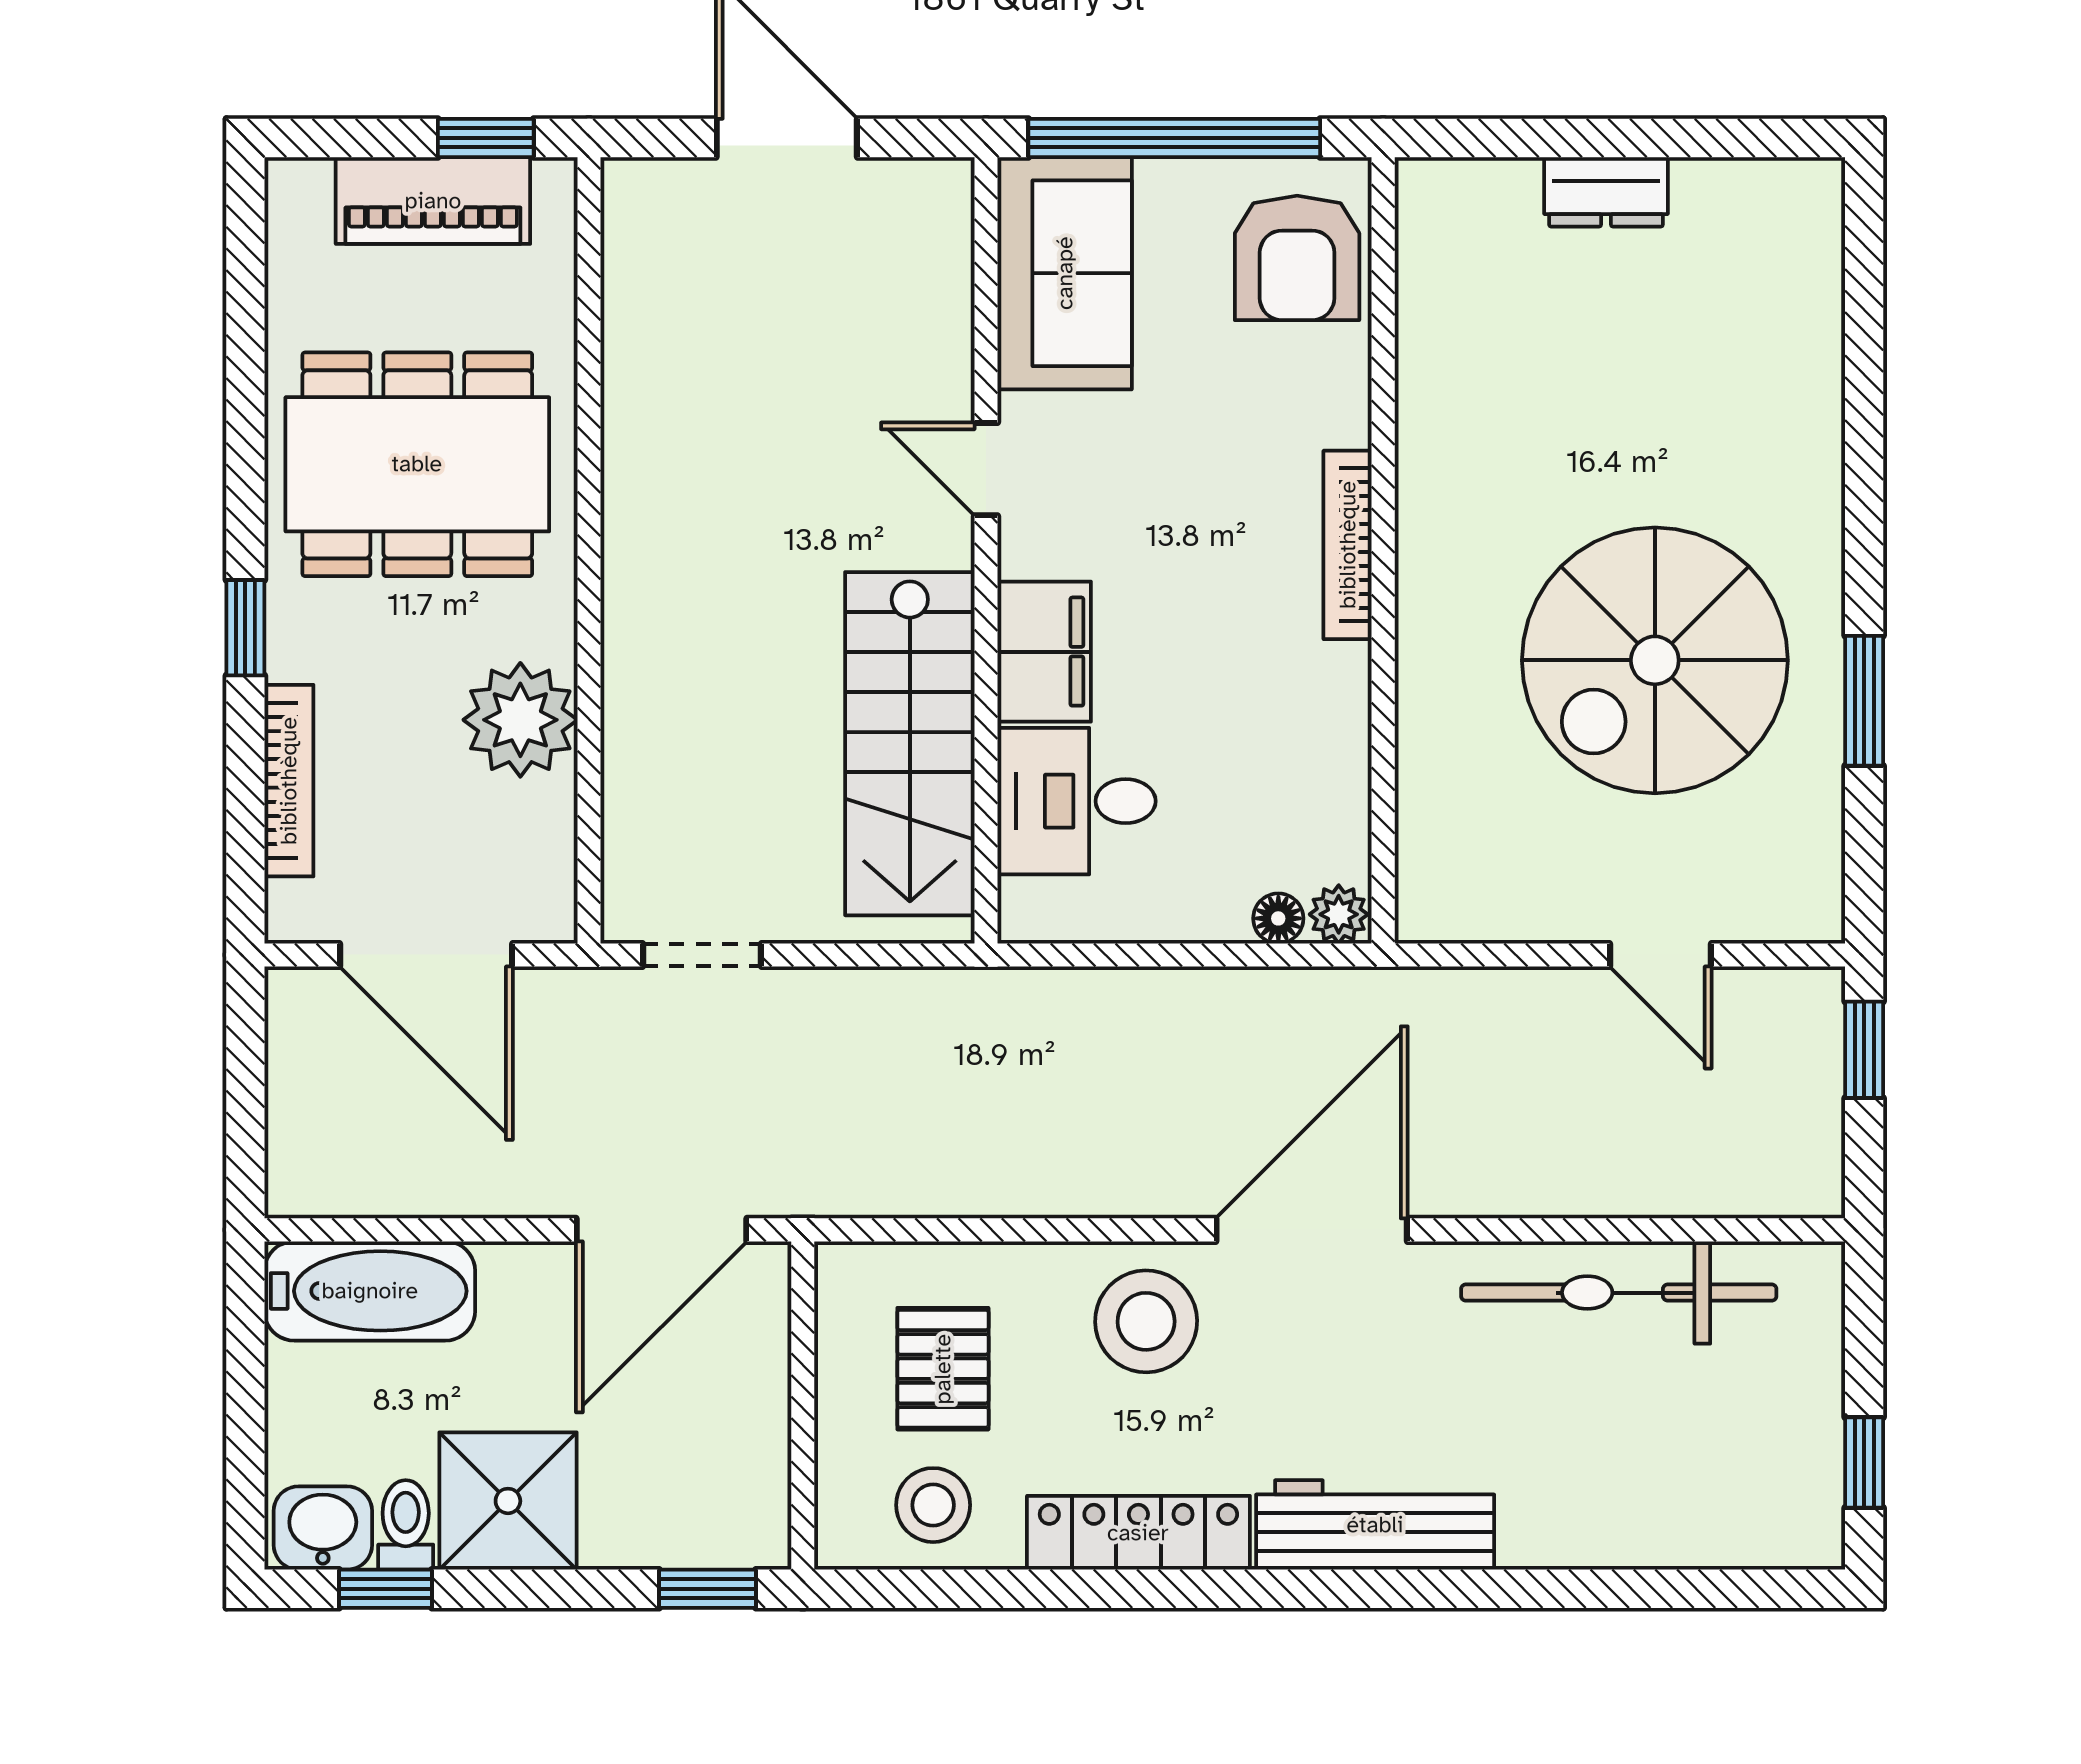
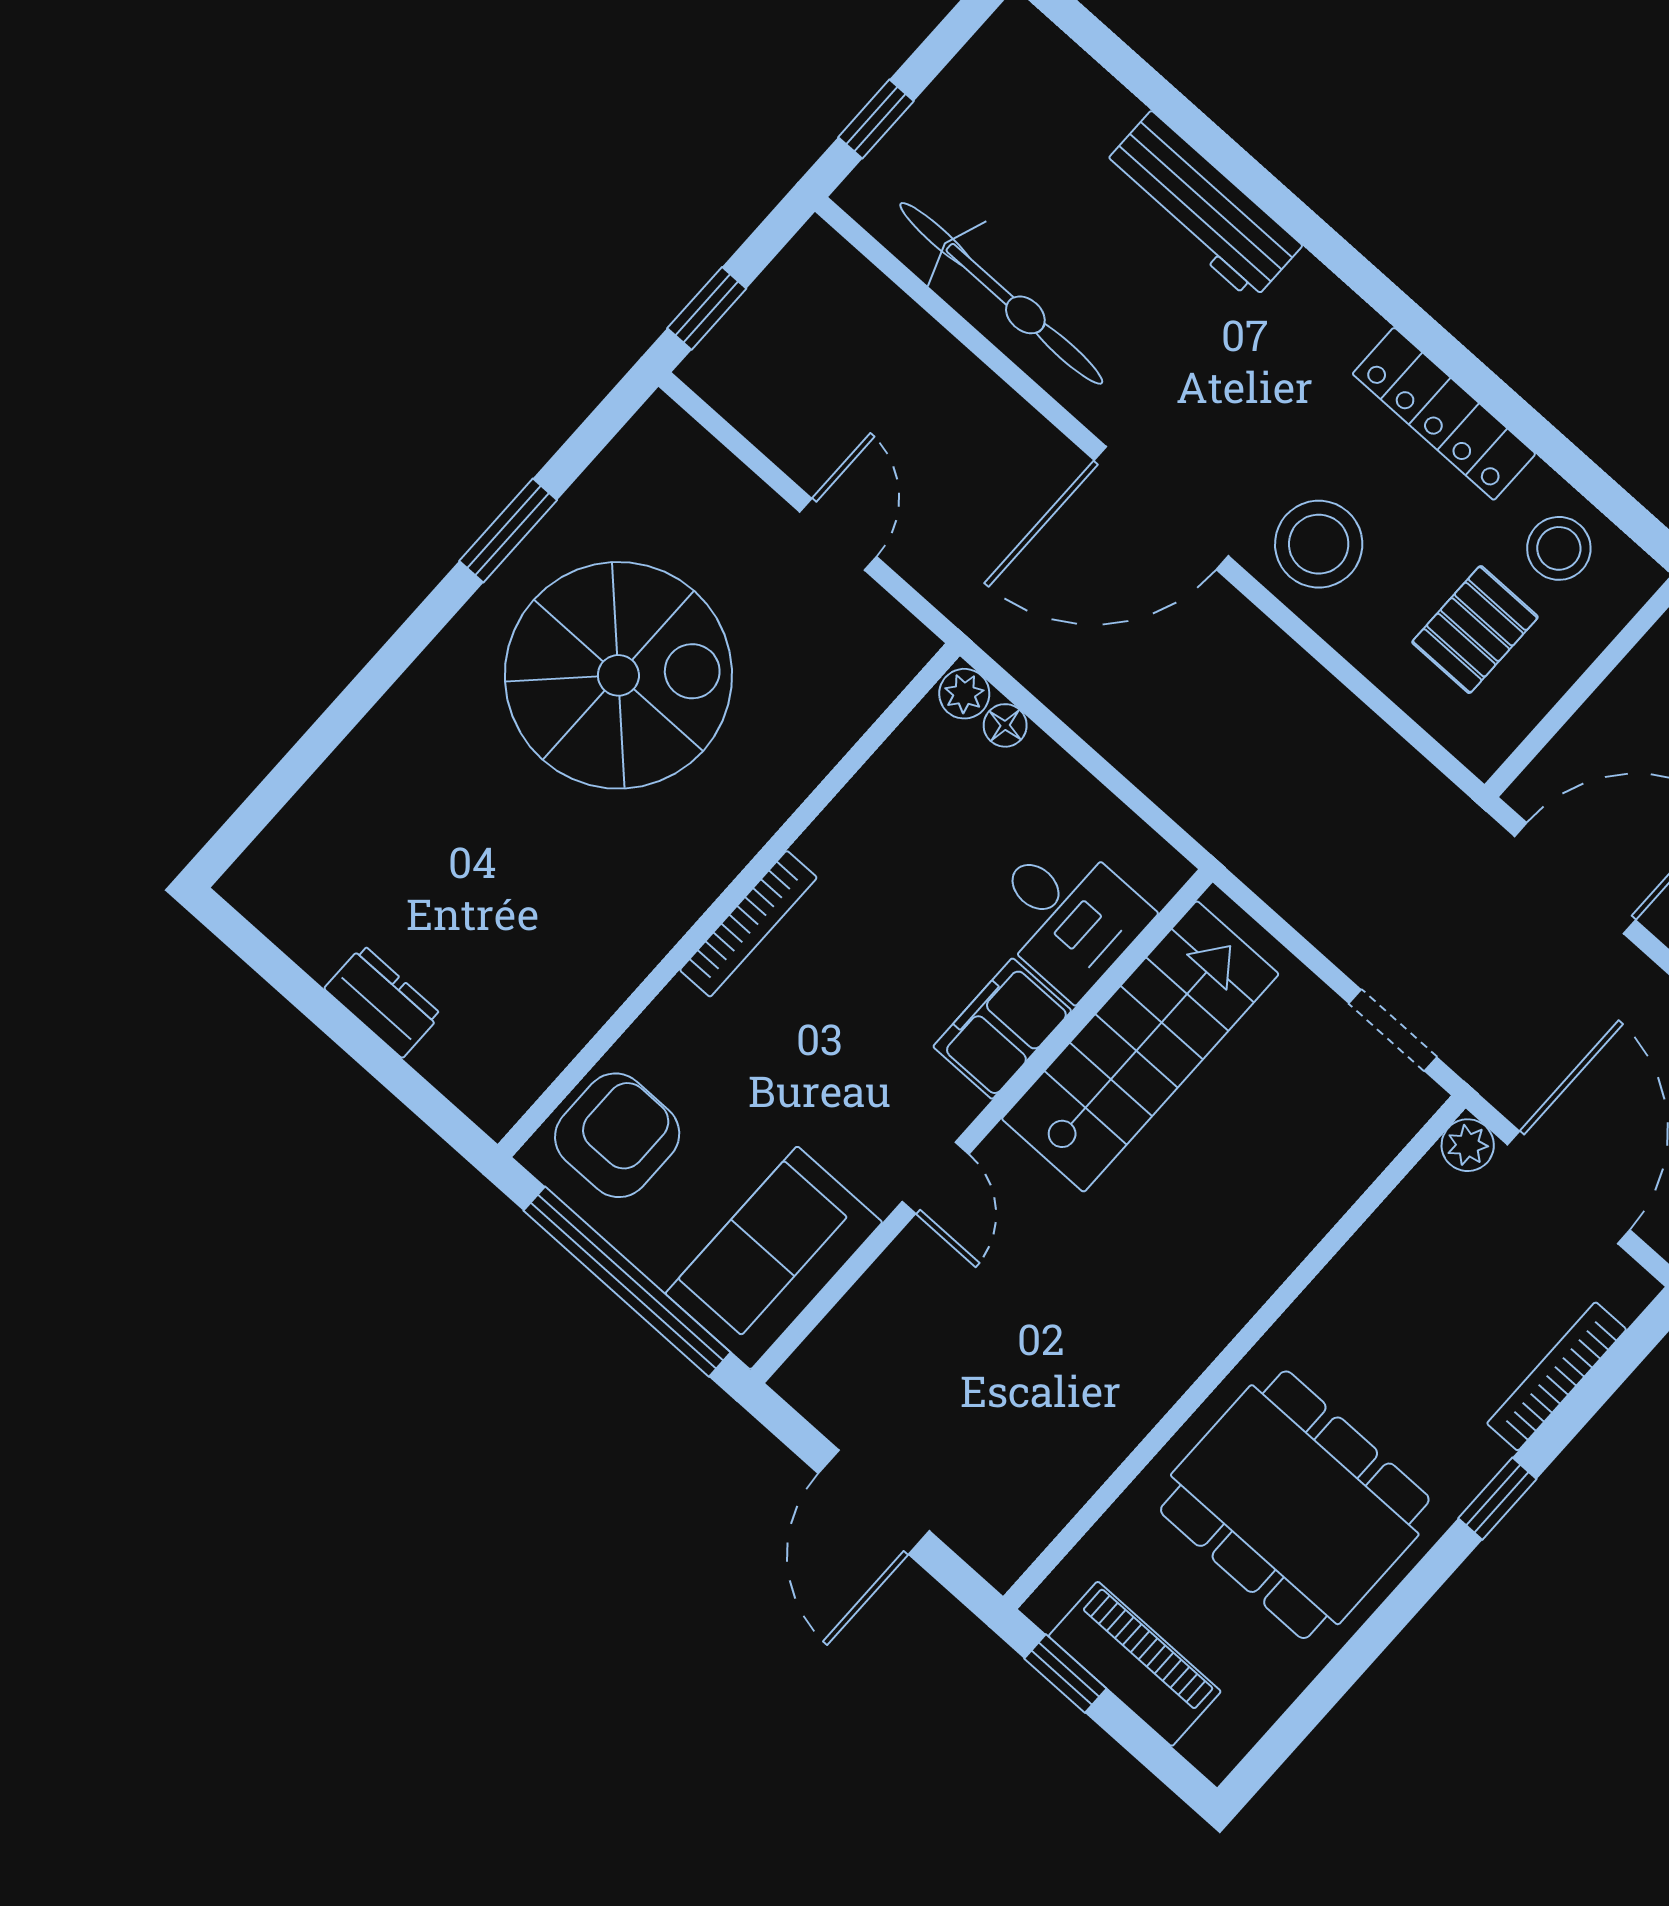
plant: (520, 720) -> (1468, 1145), moved, width x0.53, depth x0.53
door: (1661, 955) -> (838, 534), moved
window: (1864, 1462) -> (876, 119), moved
workbench: (1375, 1525) -> (1202, 206), moved

